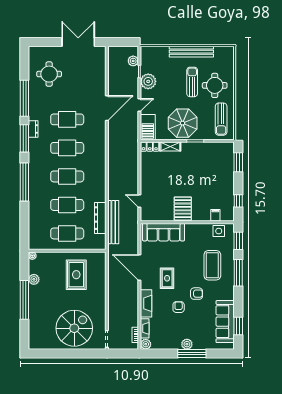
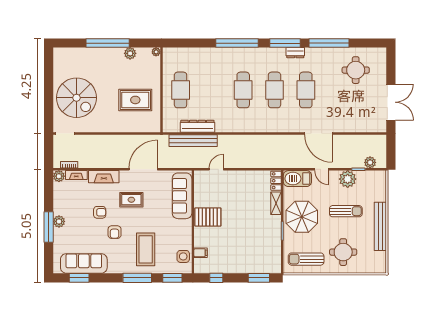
sun lounger: (192, 82) -> (346, 211), moved
cafe table: (67, 205) -> (212, 90), removed
coffee table: (212, 265) -> (146, 249), turned 90

